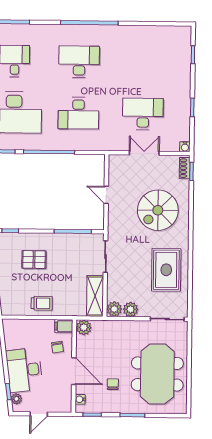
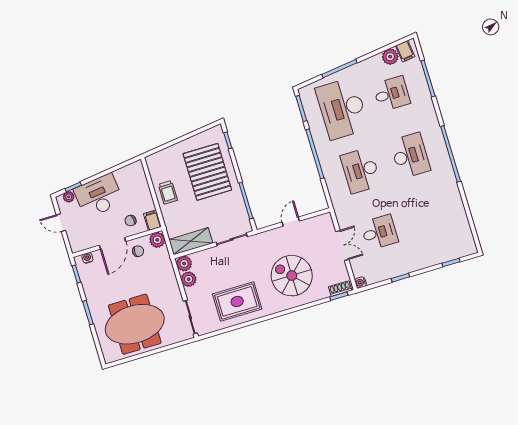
desk: (143, 114) -> (379, 232), width x0.73
pallet: (34, 260) -> (207, 172), width x2.05, depth x2.00
chair: (113, 384) -> (138, 251), moved

